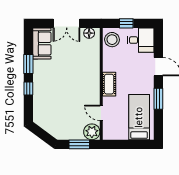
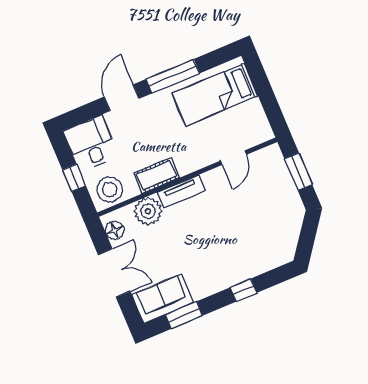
window: (28, 64) -> (184, 315), moved
tv unit: (95, 77) -> (181, 192), added
cot: (109, 84) -> (157, 175), moved
window: (158, 99) -> (173, 76), width x1.44
plant: (92, 132) -> (148, 211), moved

